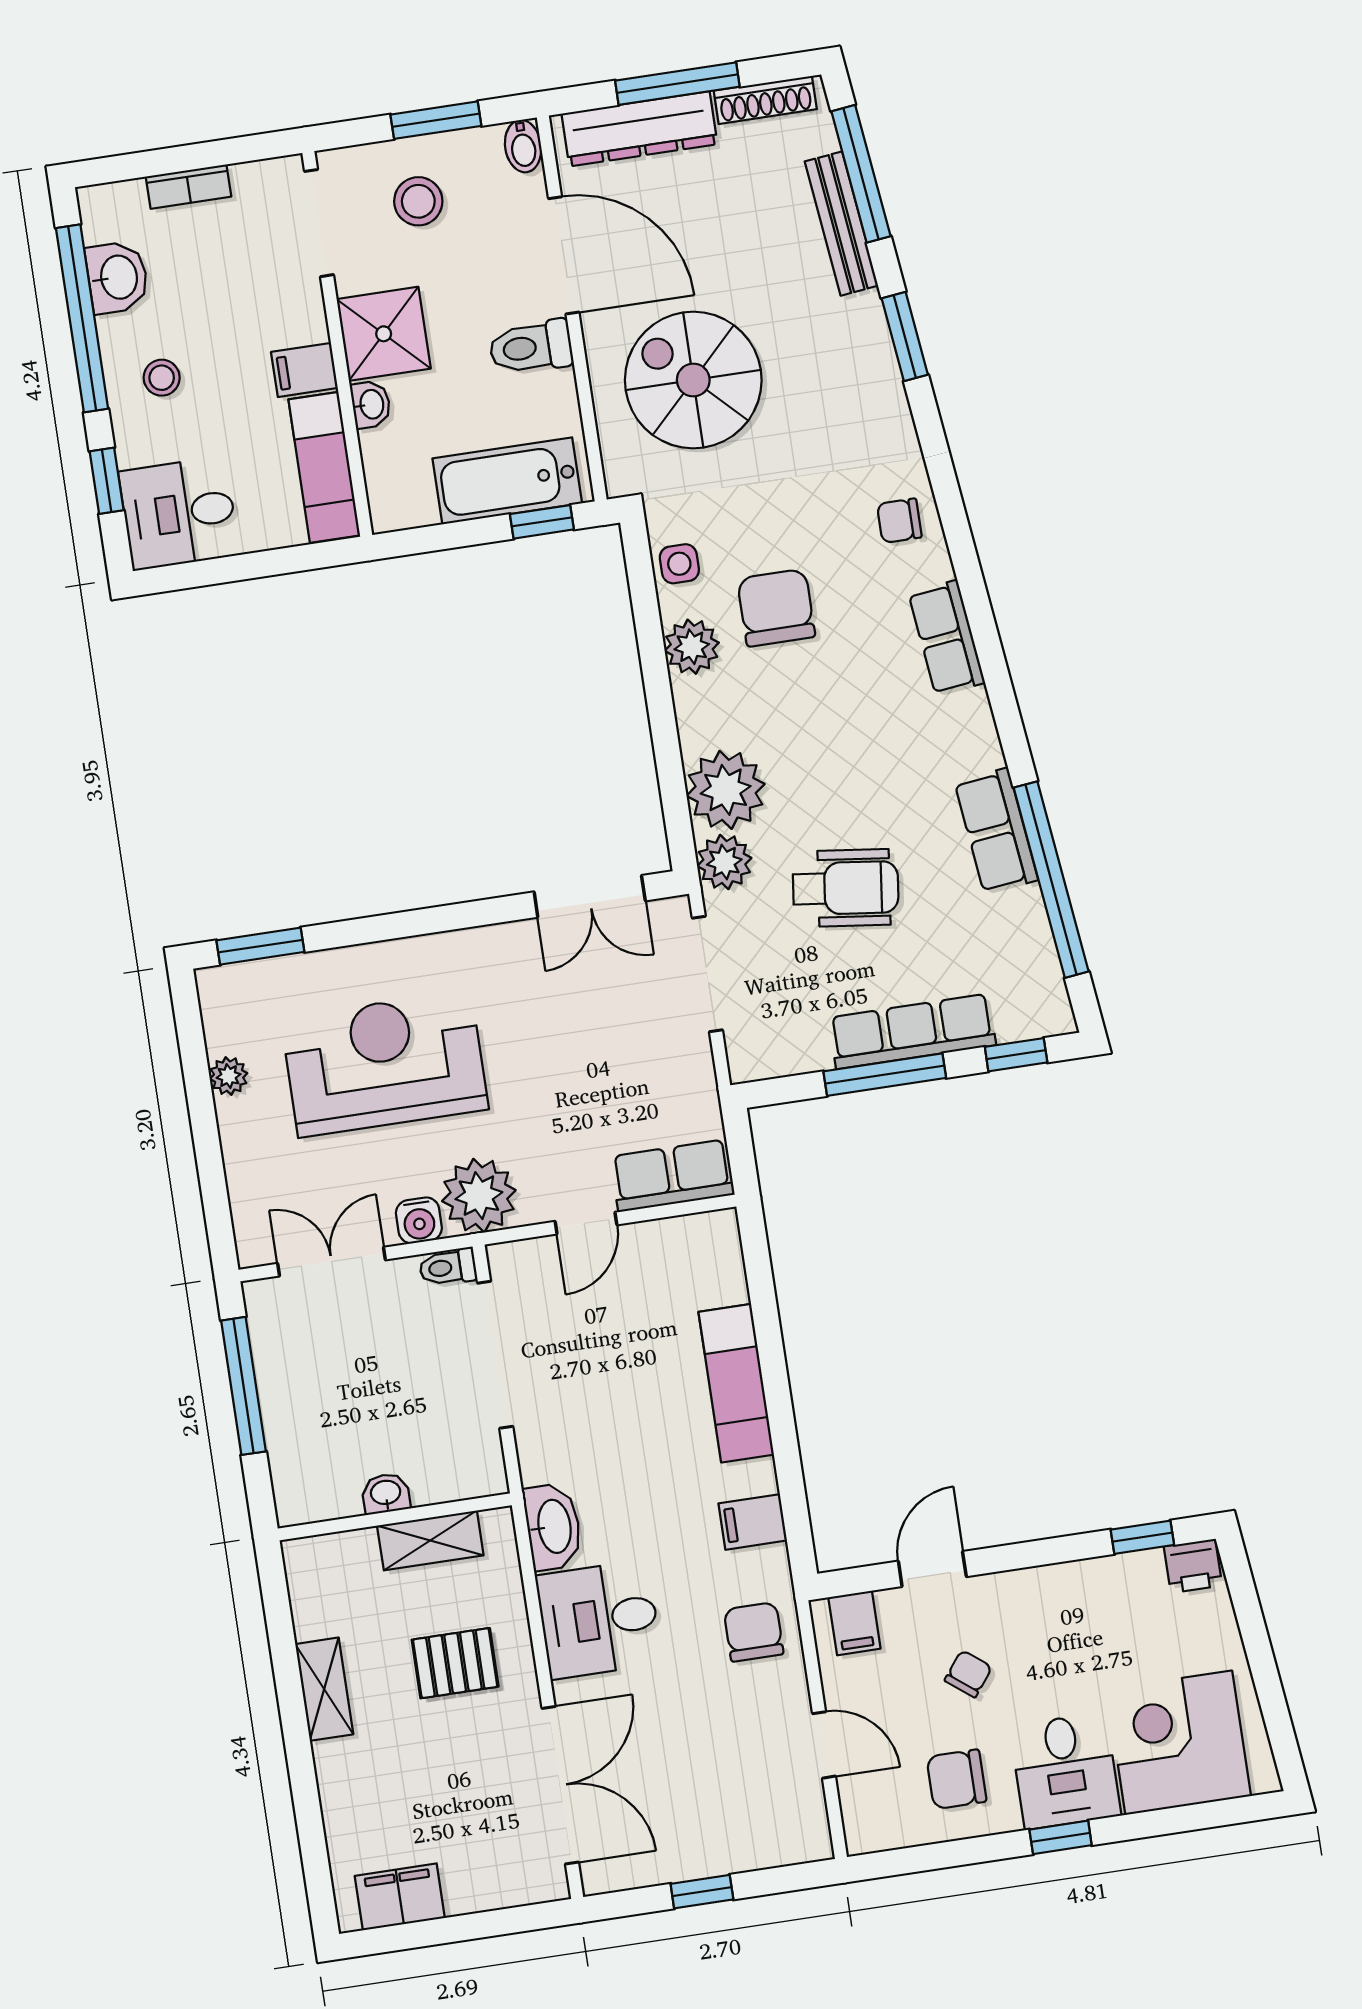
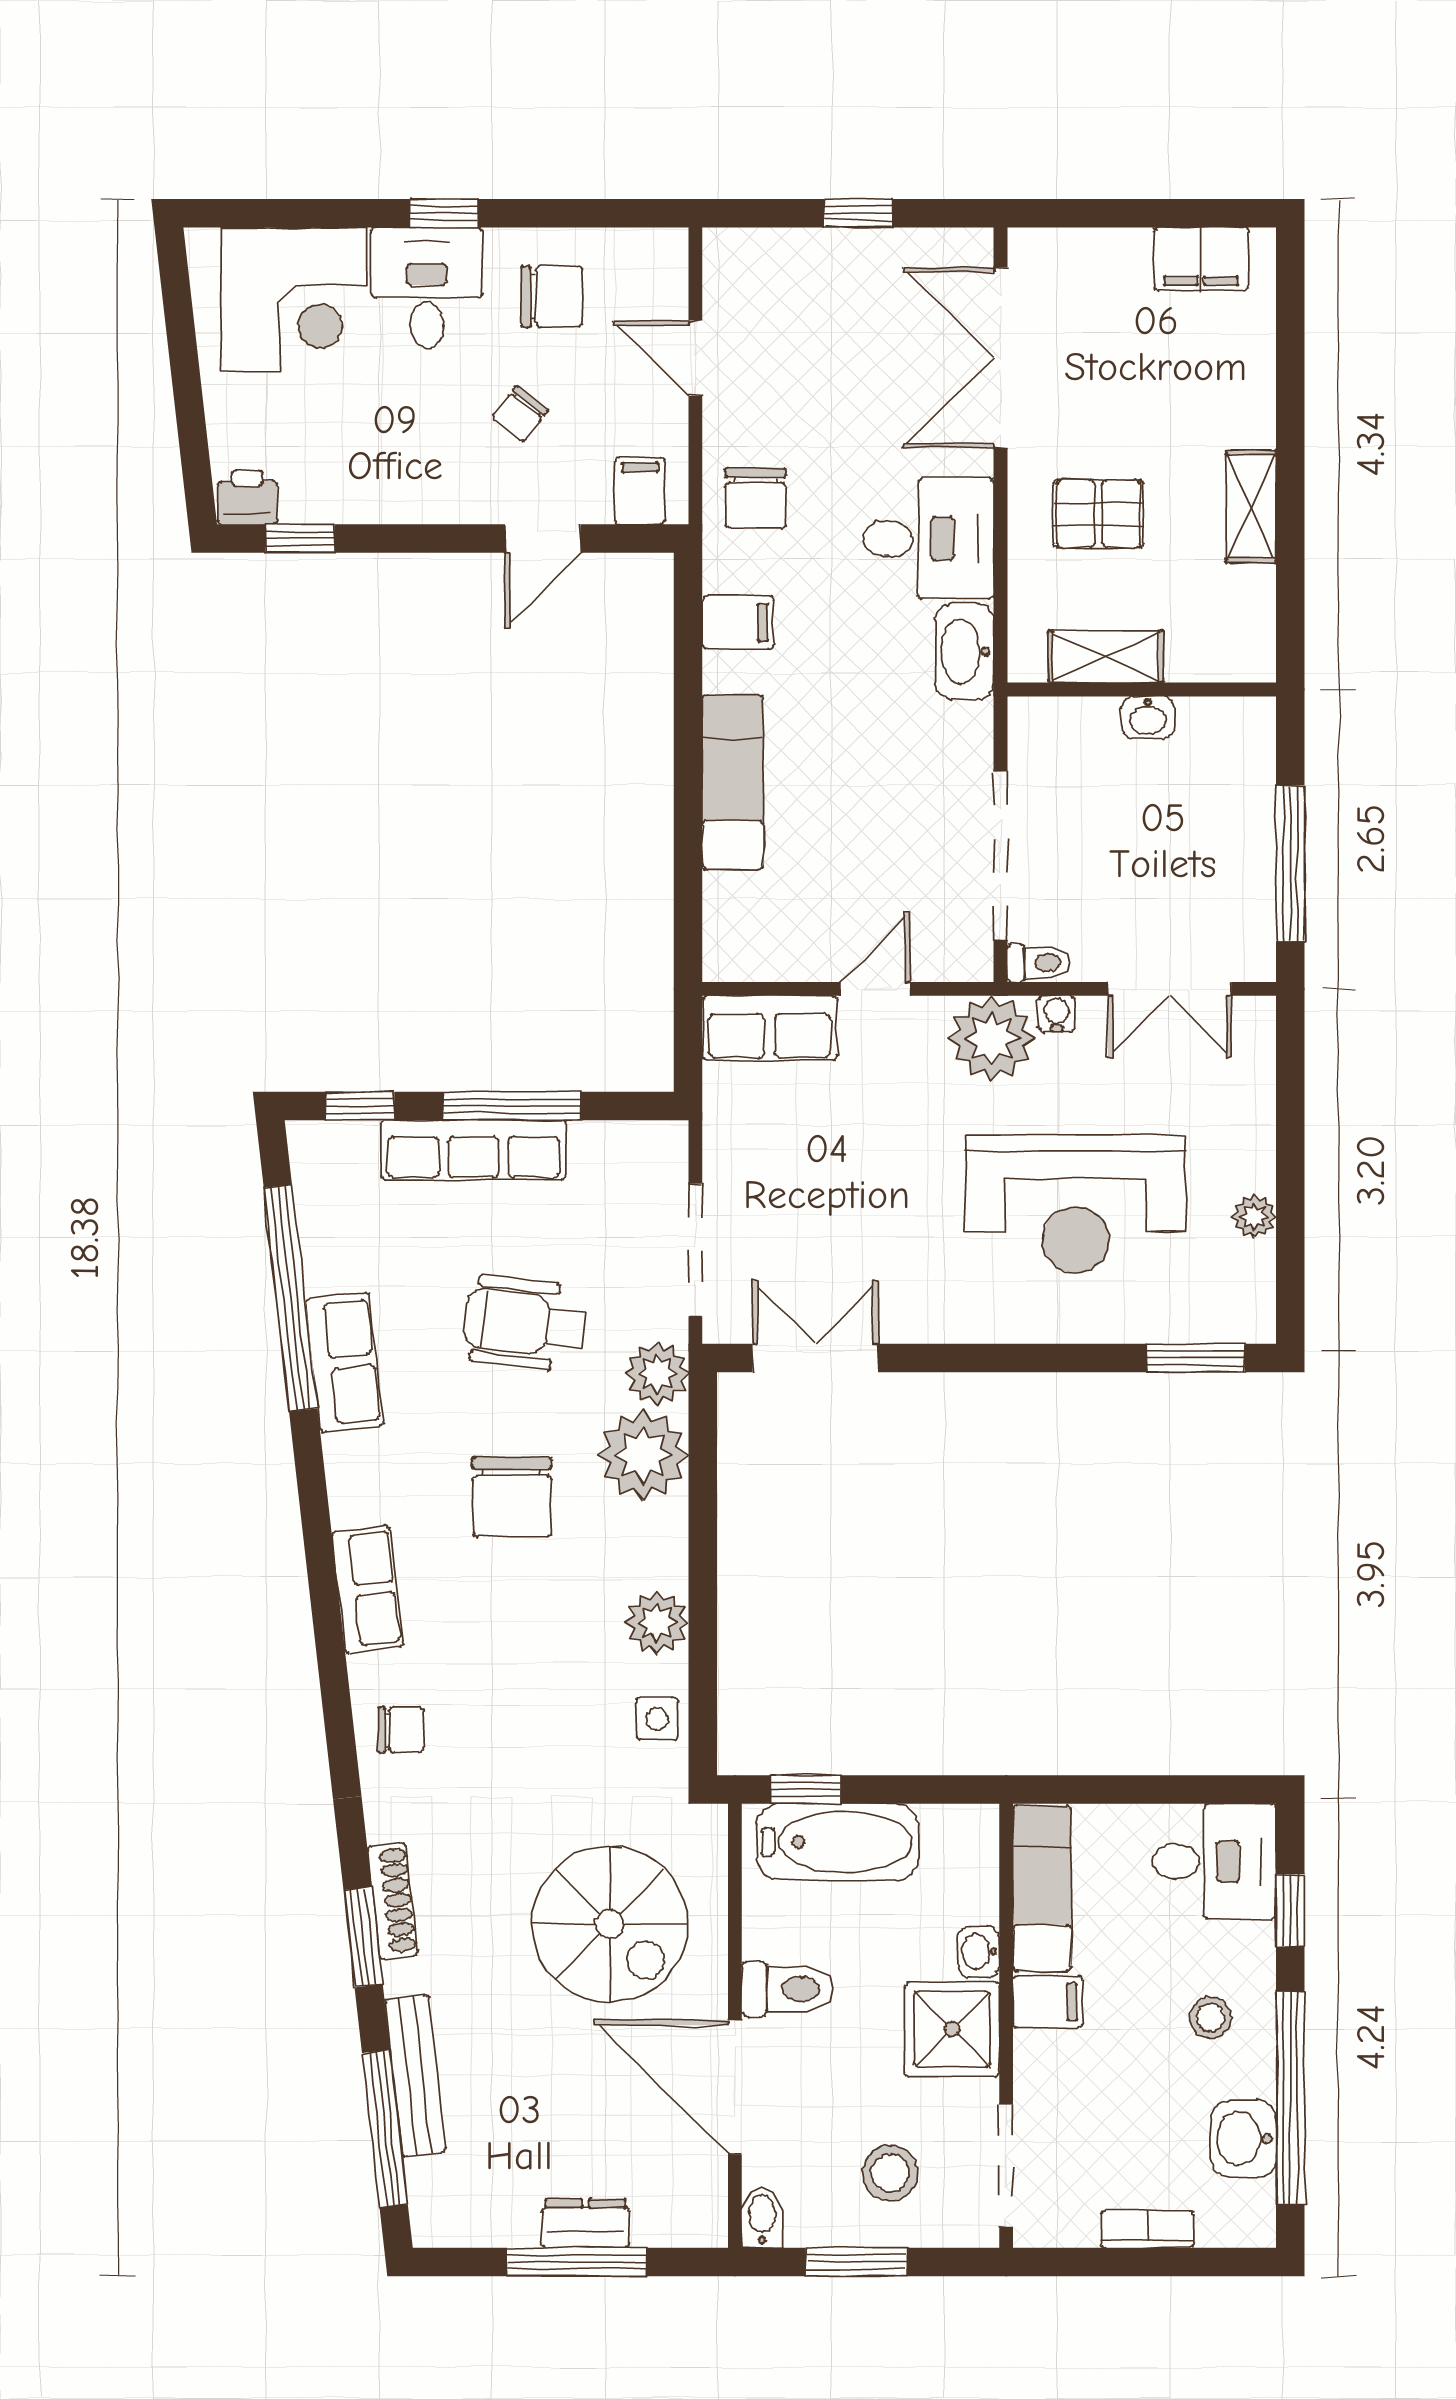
shoe rack: (765, 100) -> (393, 1901), moved, turned 84
dresser: (639, 129) -> (586, 2223), width x0.51, depth x0.80
chair: (776, 608) -> (512, 1497), moved
water cooler: (419, 1220) -> (1057, 1014), width x0.72, depth x0.72

